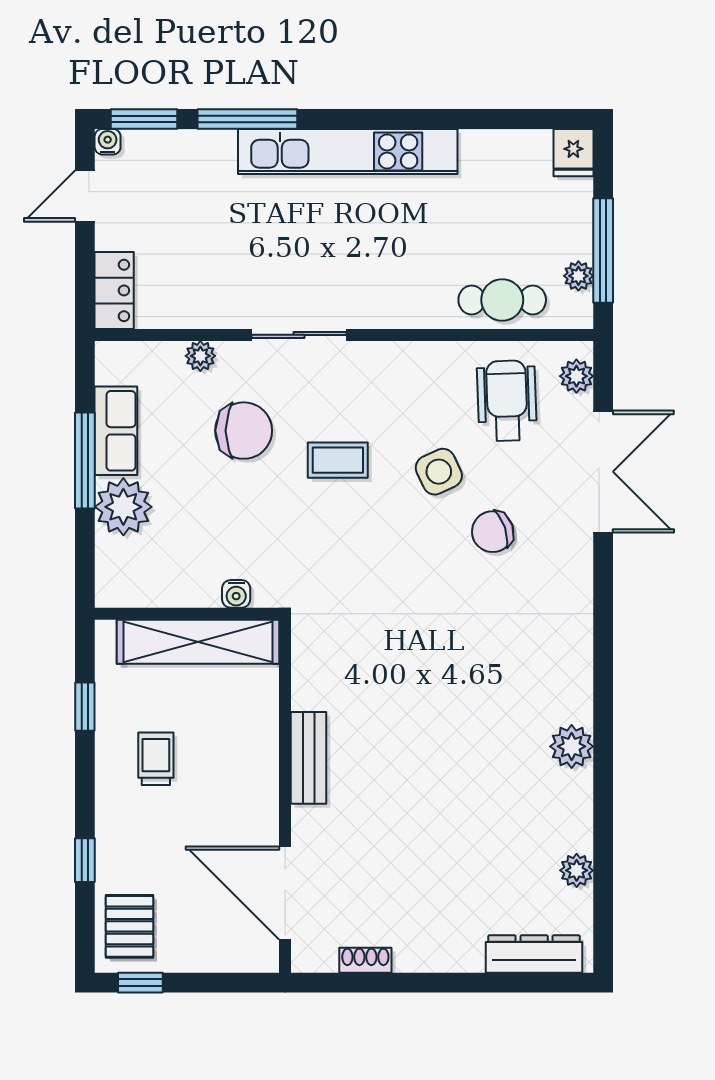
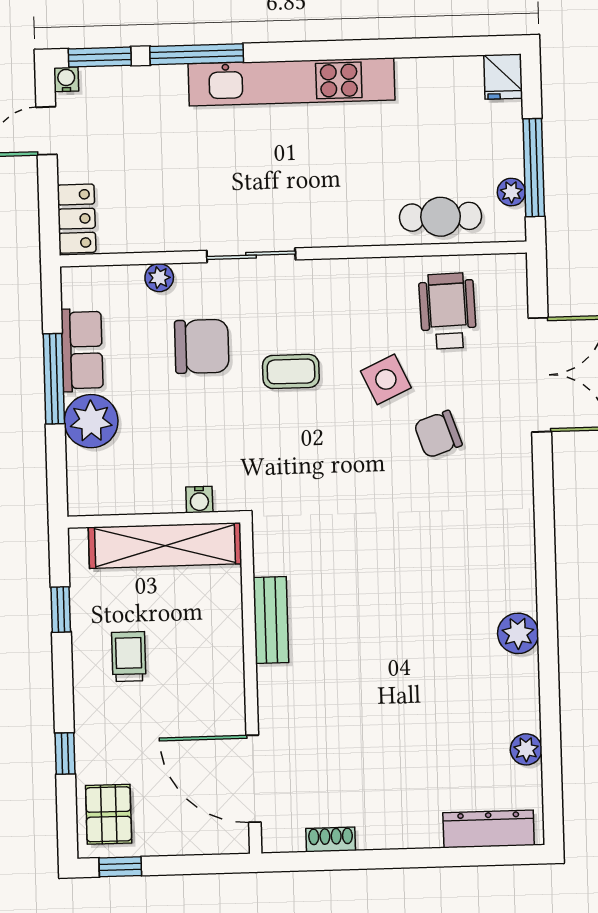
plant: (576, 376) -> (512, 286), removed
bench: (309, 758) -> (271, 620), moved

